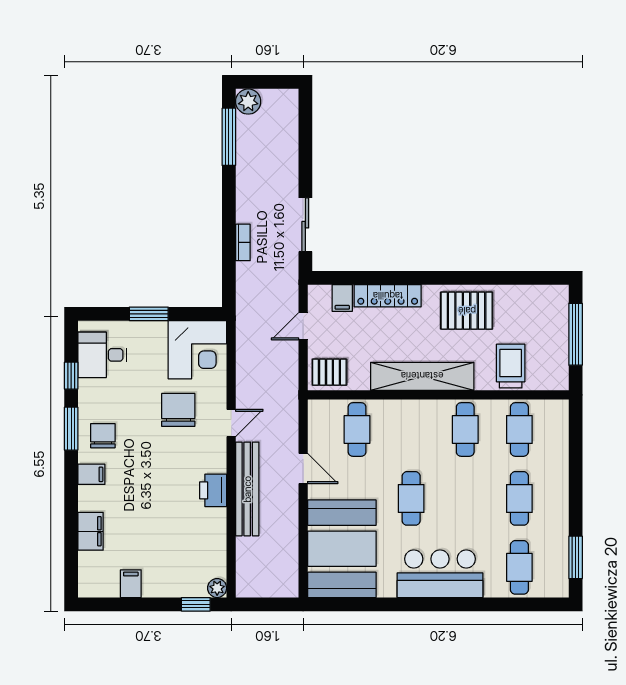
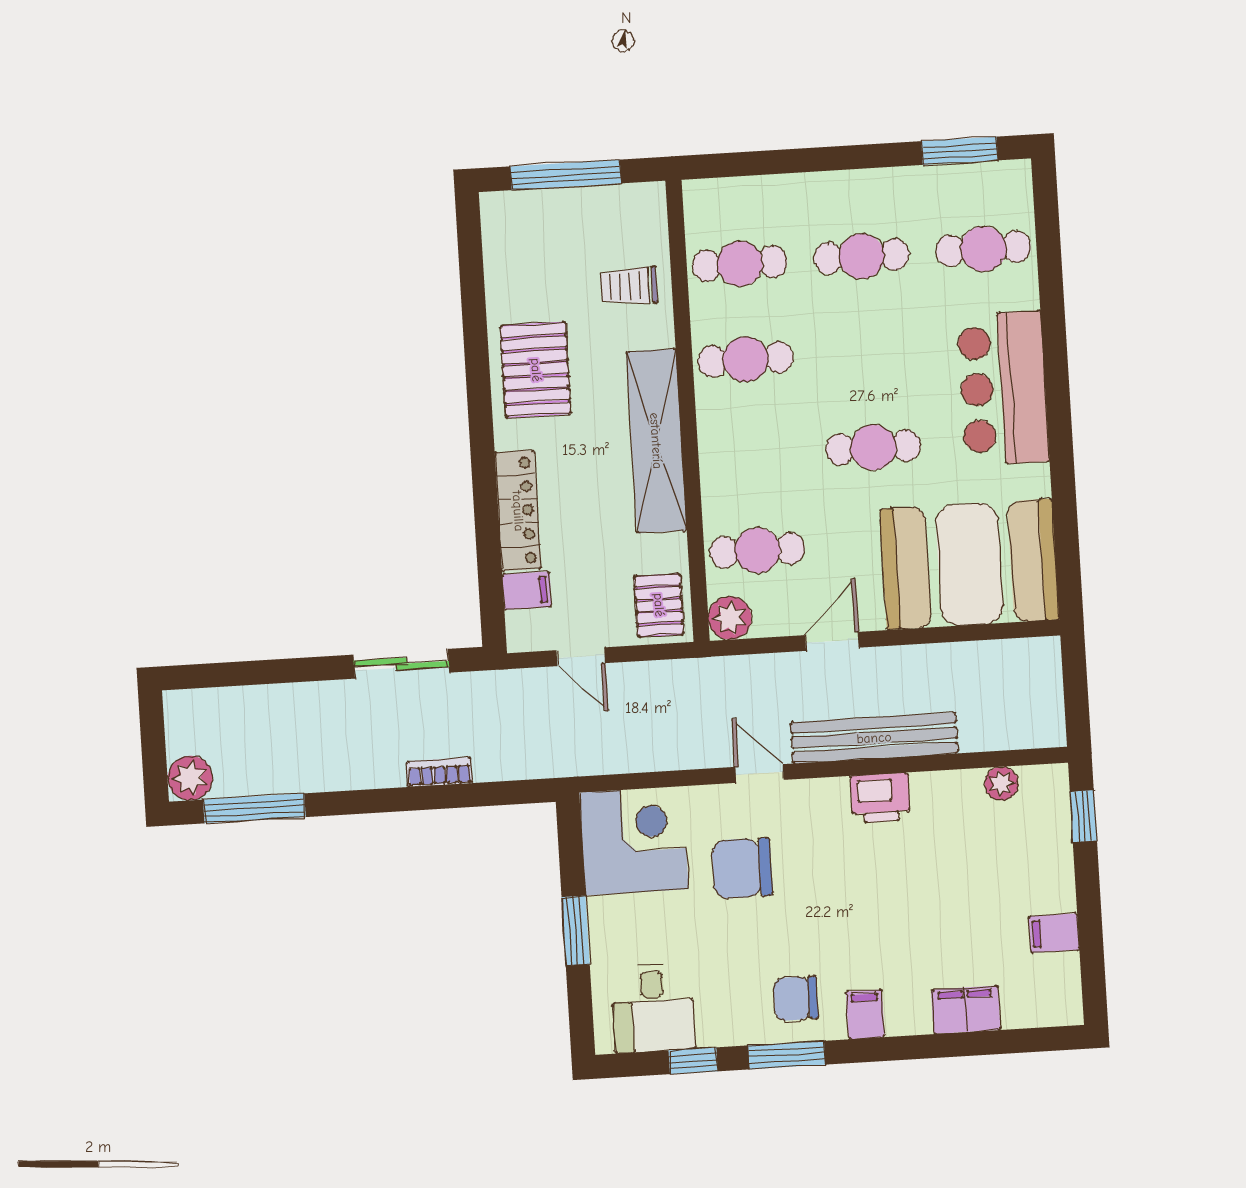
trolley: (511, 366) -> (629, 286), width x0.73, depth x0.72
plant: (320, 412) -> (730, 618), added
plant: (217, 588) -> (1001, 783), moved

